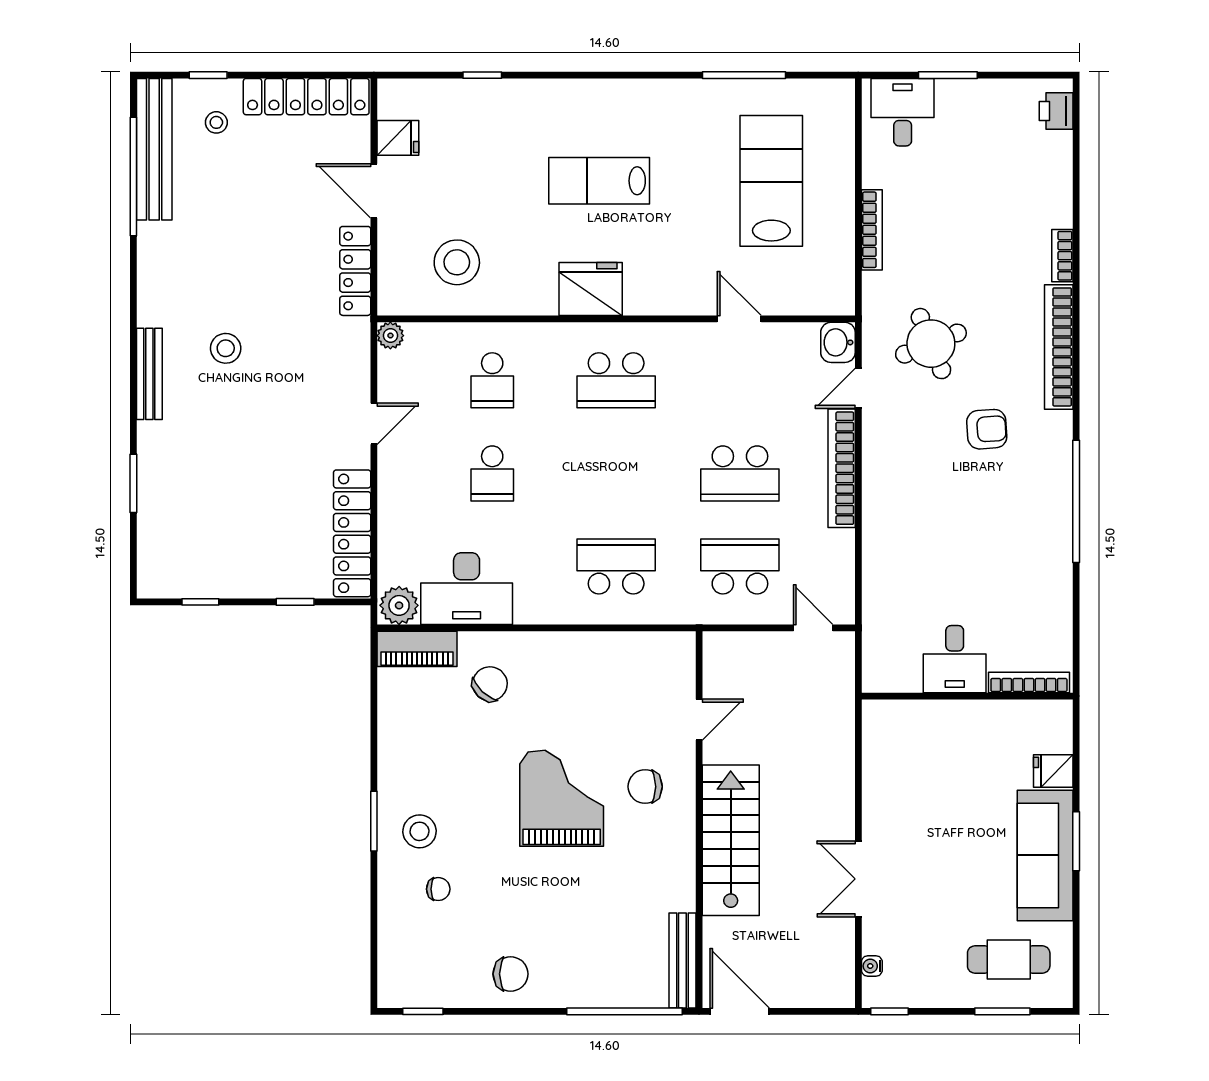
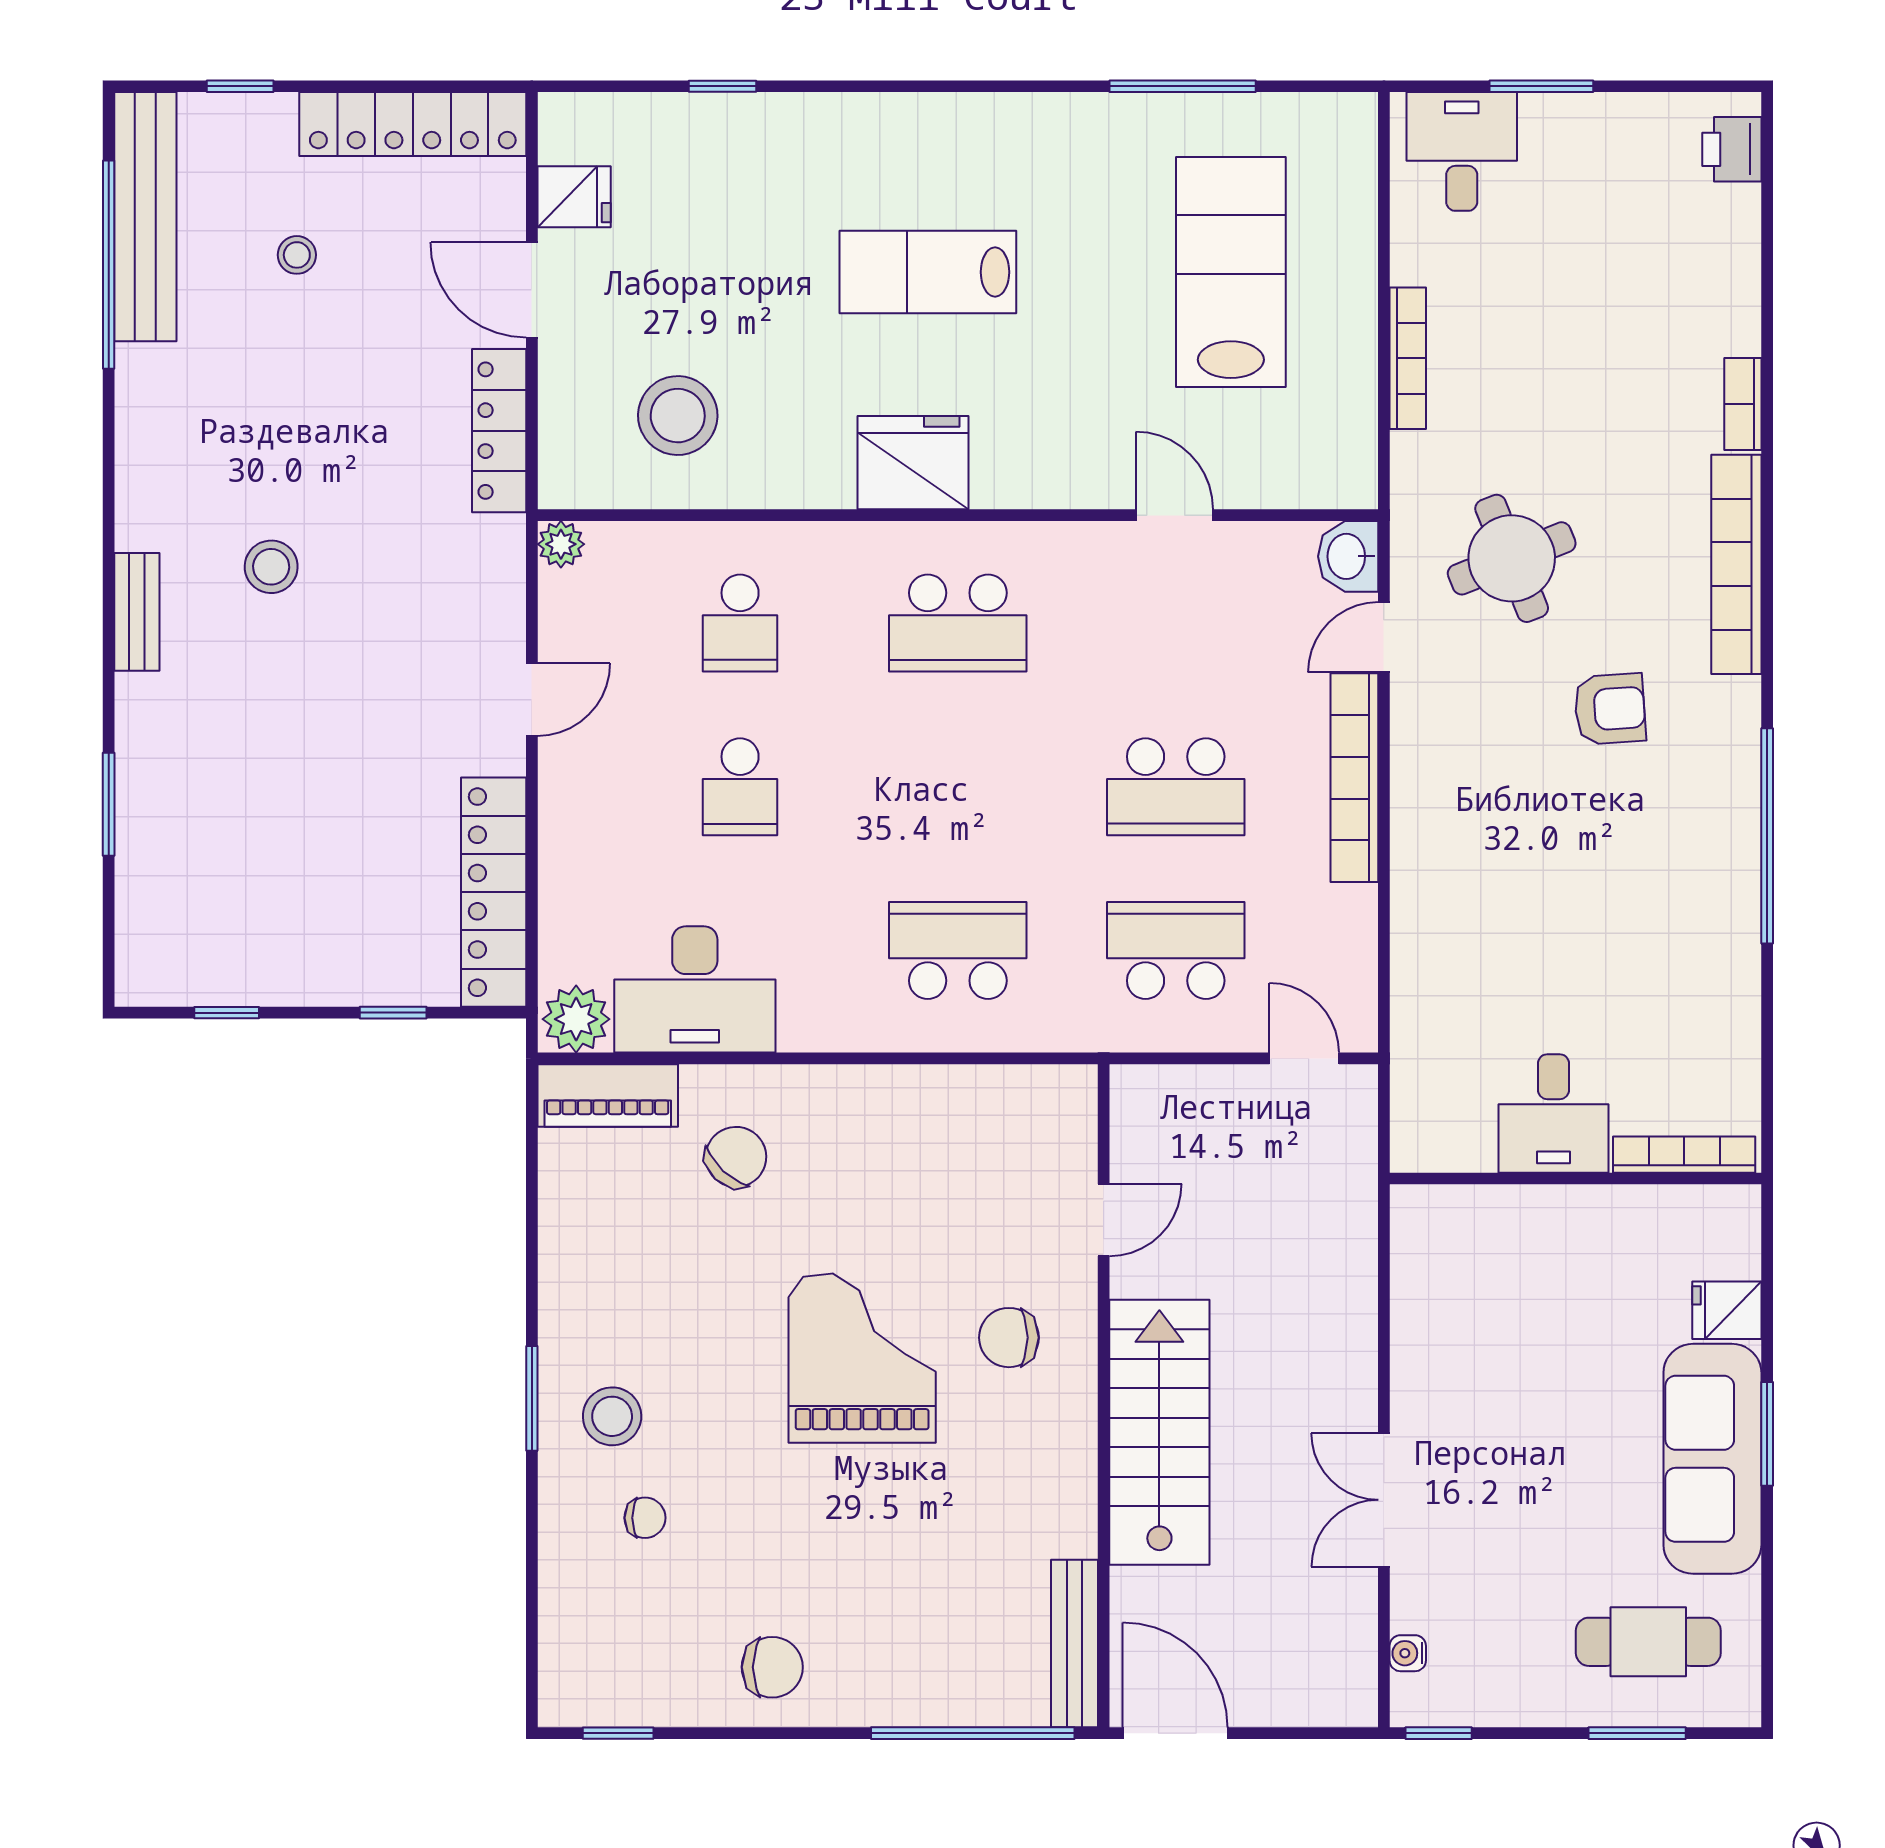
stool: (216, 122) -> (297, 255), moved
bench: (149, 374) -> (137, 612), width x0.73

